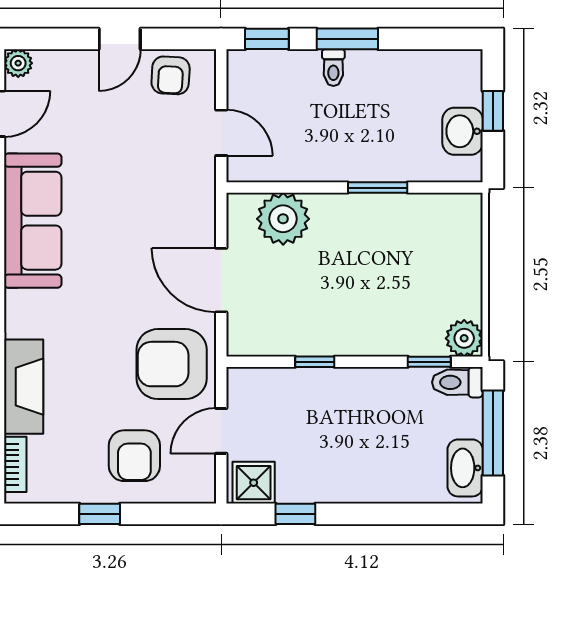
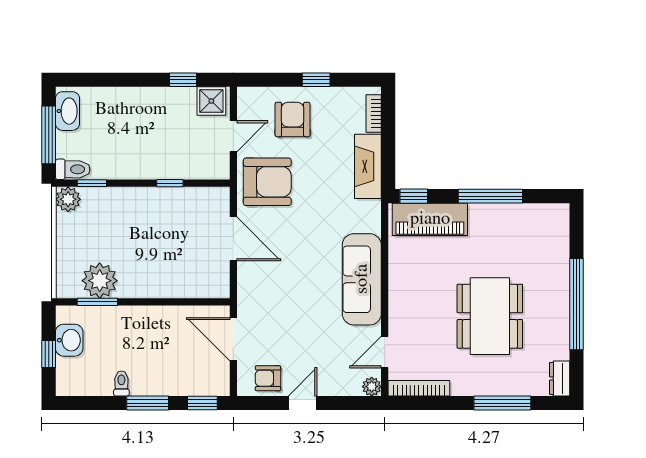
toilet: (333, 68) -> (121, 383), moved
armchair: (171, 75) -> (268, 378), turned -93
door: (221, 133) -> (233, 339), width x1.38
window: (378, 188) -> (97, 302), moved
plant: (283, 219) -> (100, 281), moved

